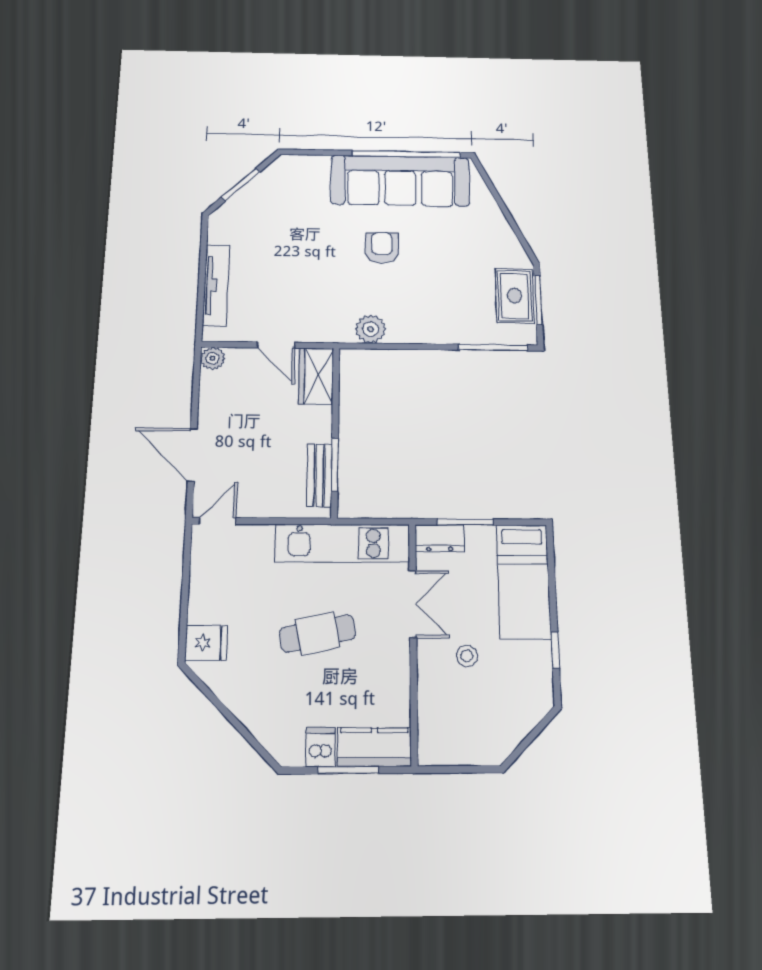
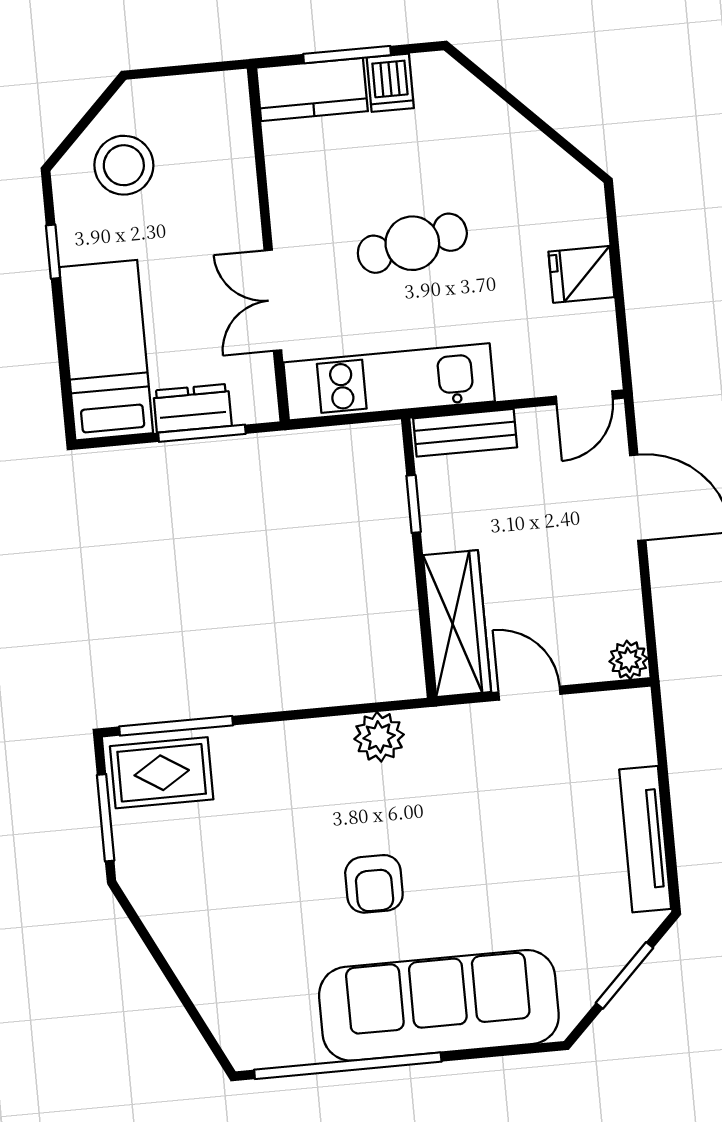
sofa: (400, 181) -> (439, 1005), moved
tv unit: (216, 285) -> (645, 839), moved
rug: (515, 296) -> (162, 773), moved, turned 90
wardrobe: (316, 376) -> (457, 624), width x1.50
window: (335, 465) -> (414, 504), width x0.67
bench: (319, 475) -> (465, 433), moved, turned 90
dresser: (439, 538) -> (192, 408), moved
fridge: (206, 643) -> (581, 274), moved
stool: (467, 656) -> (124, 165), moved, width x1.89, depth x1.89

